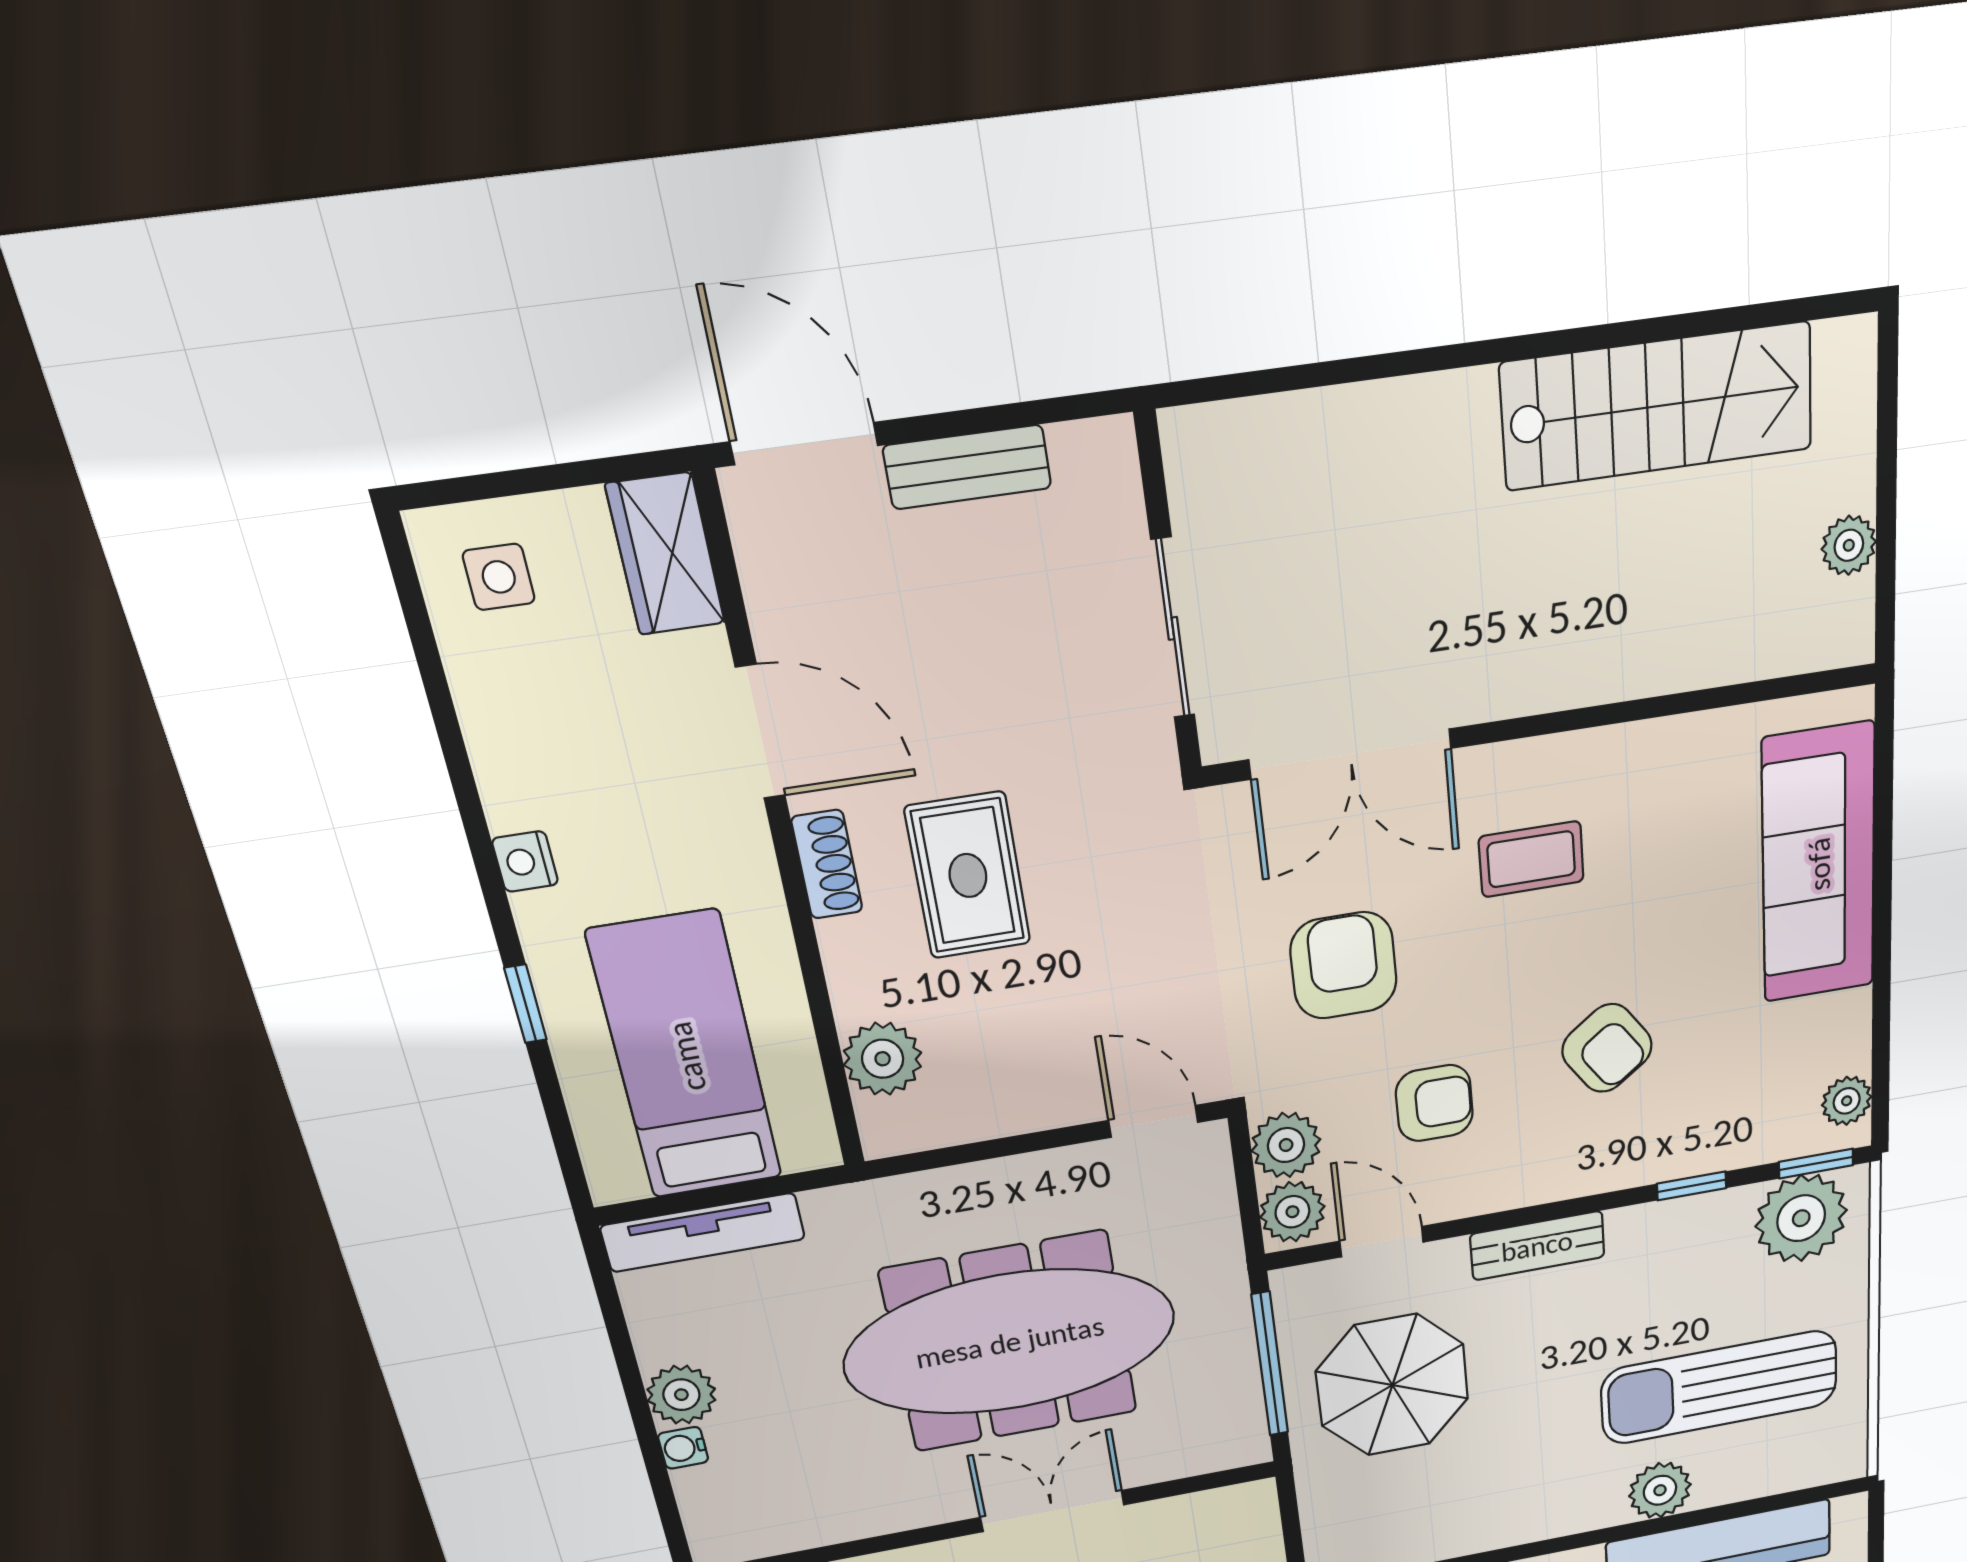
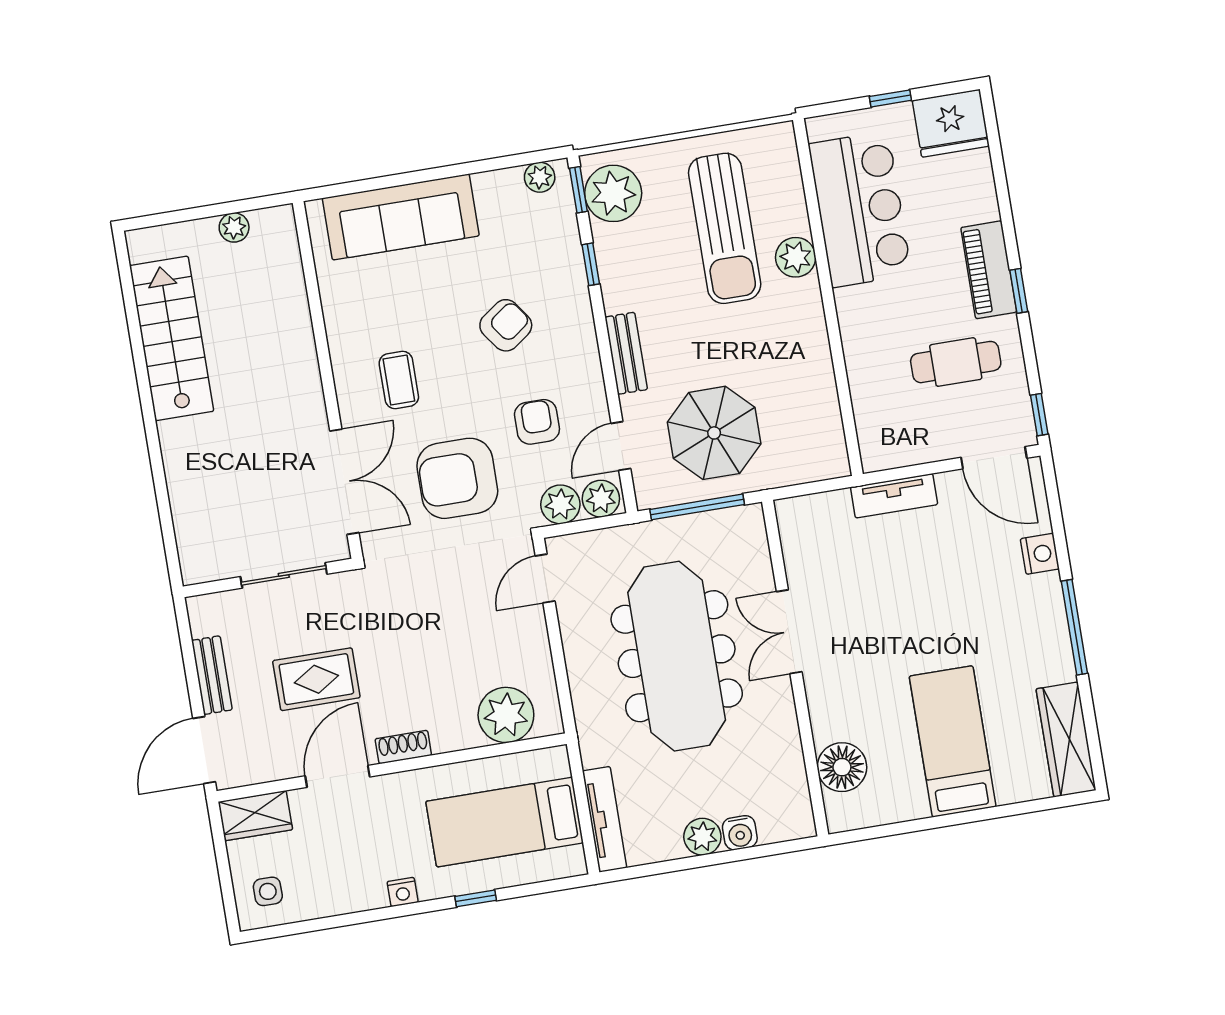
rug: (968, 875) -> (316, 679), moved
armchair: (1344, 966) -> (457, 478), width x1.36, depth x1.36
plant: (883, 1059) -> (506, 715), width x1.36, depth x1.36
water cooler: (683, 1448) -> (740, 833), width x1.38, depth x1.38

